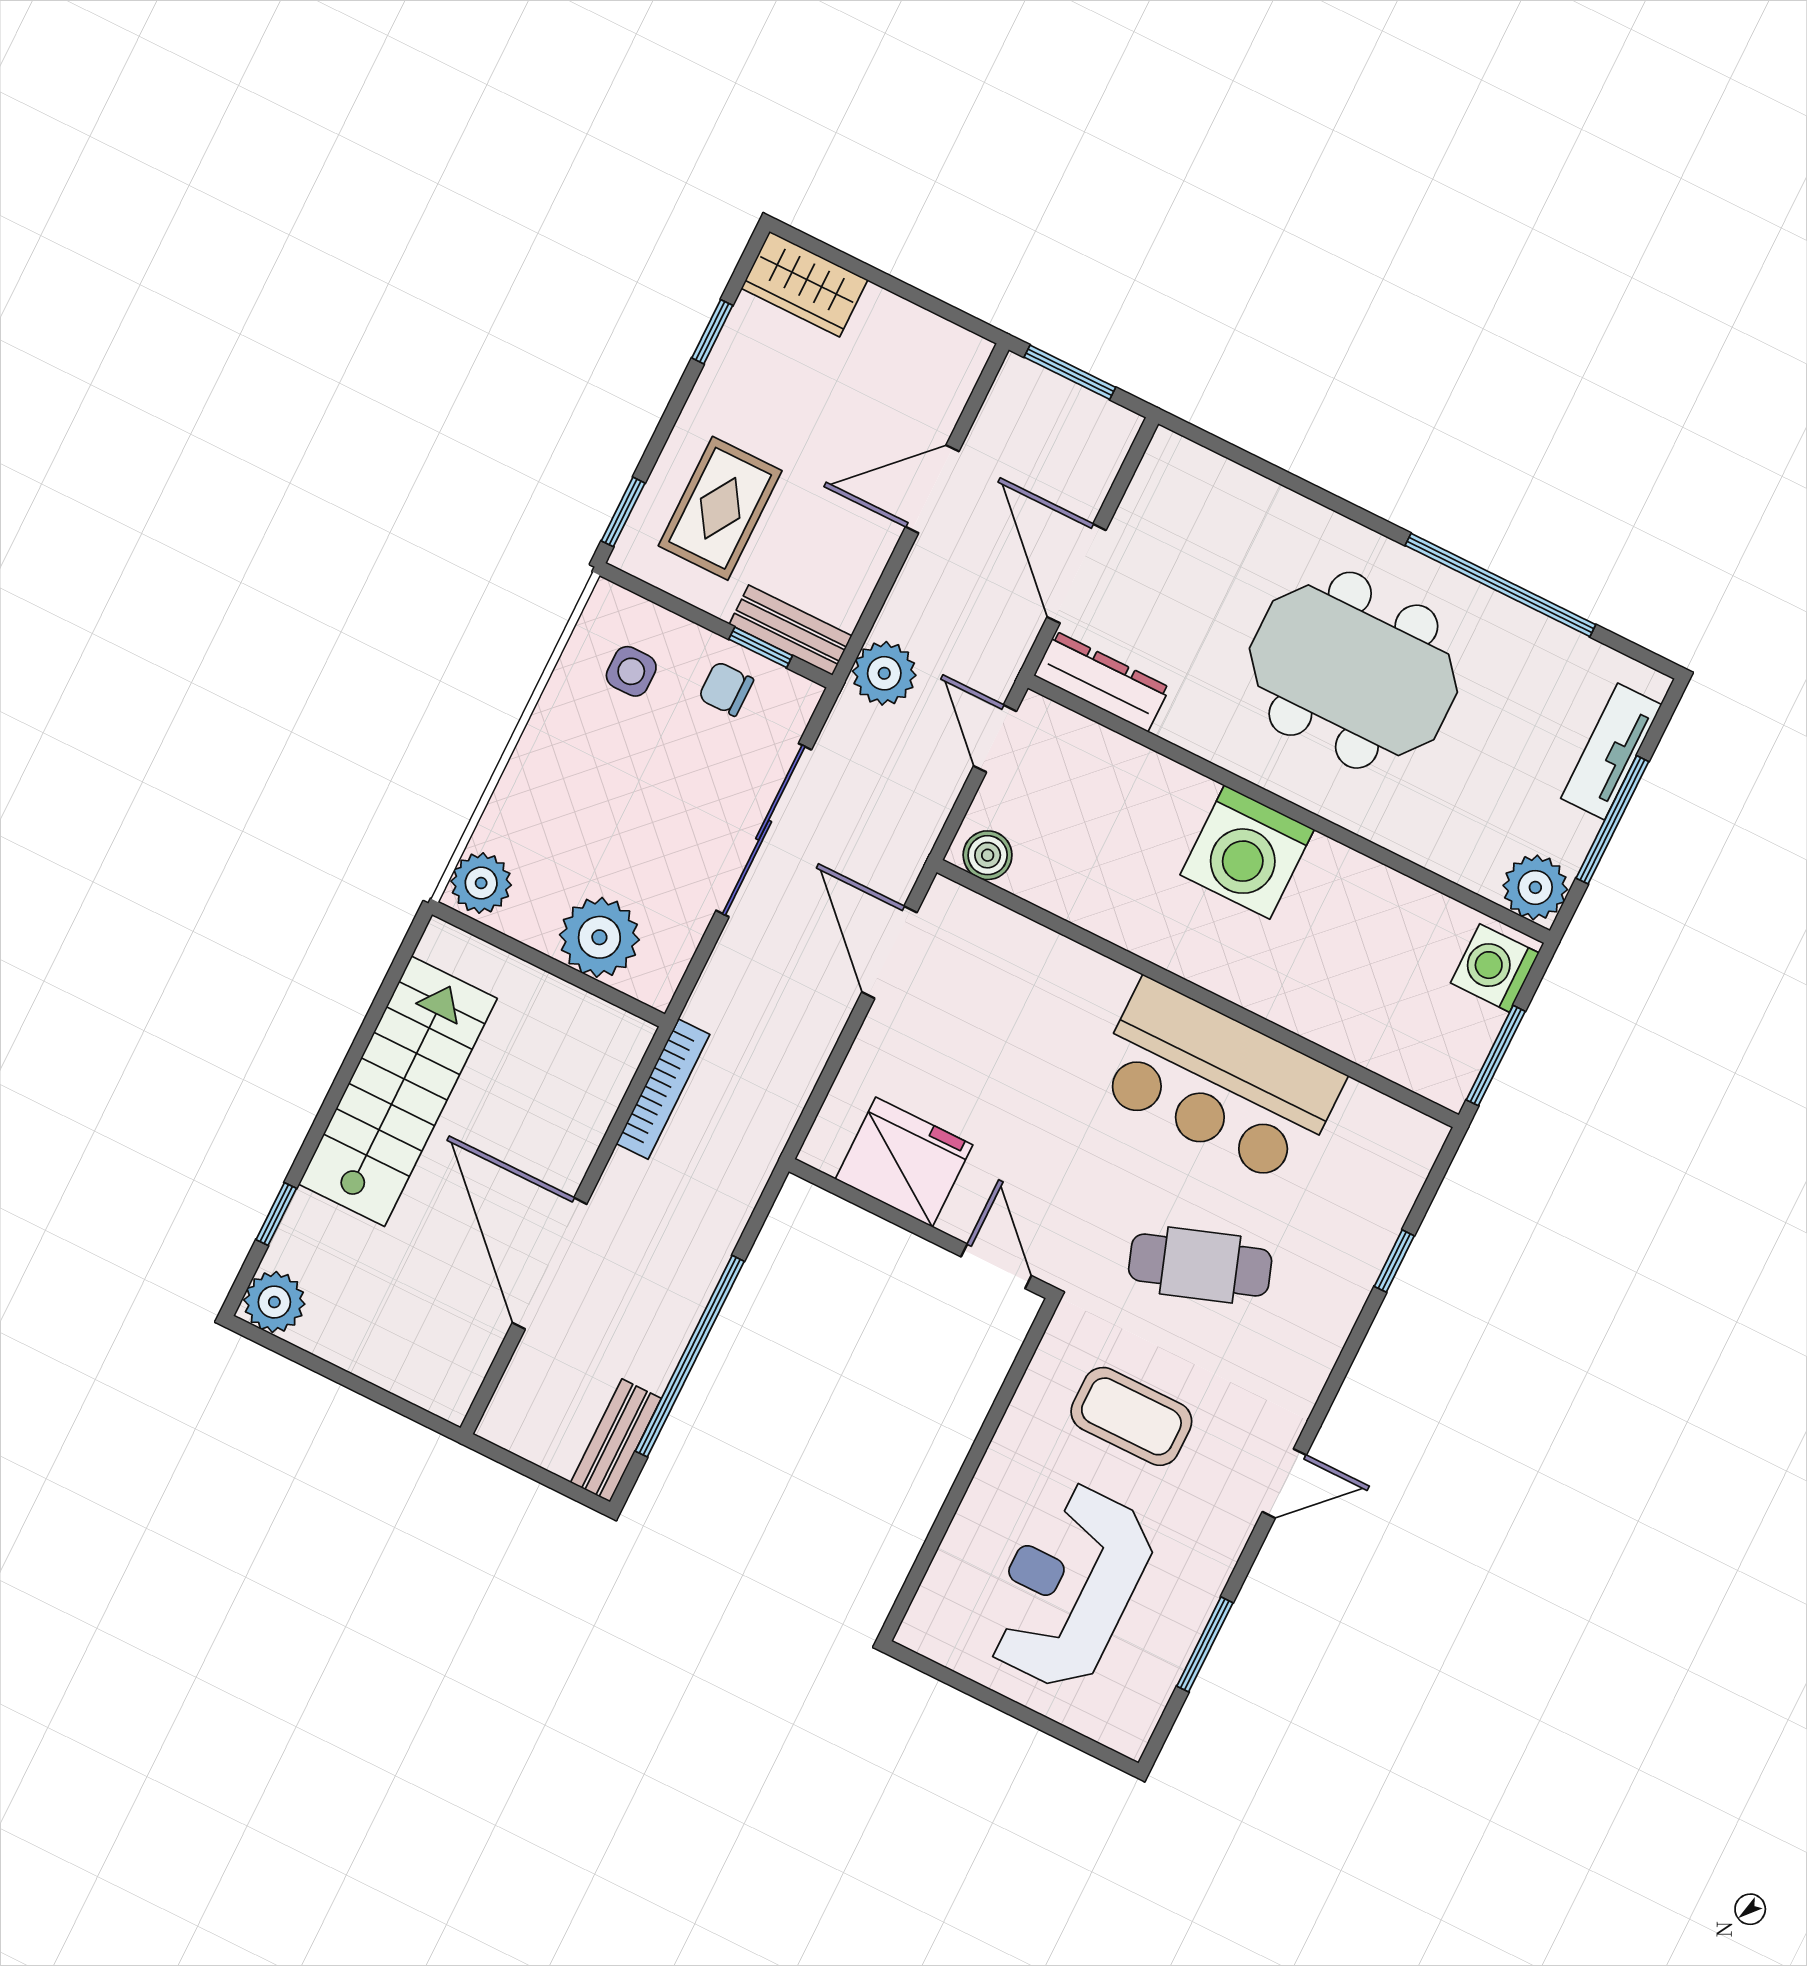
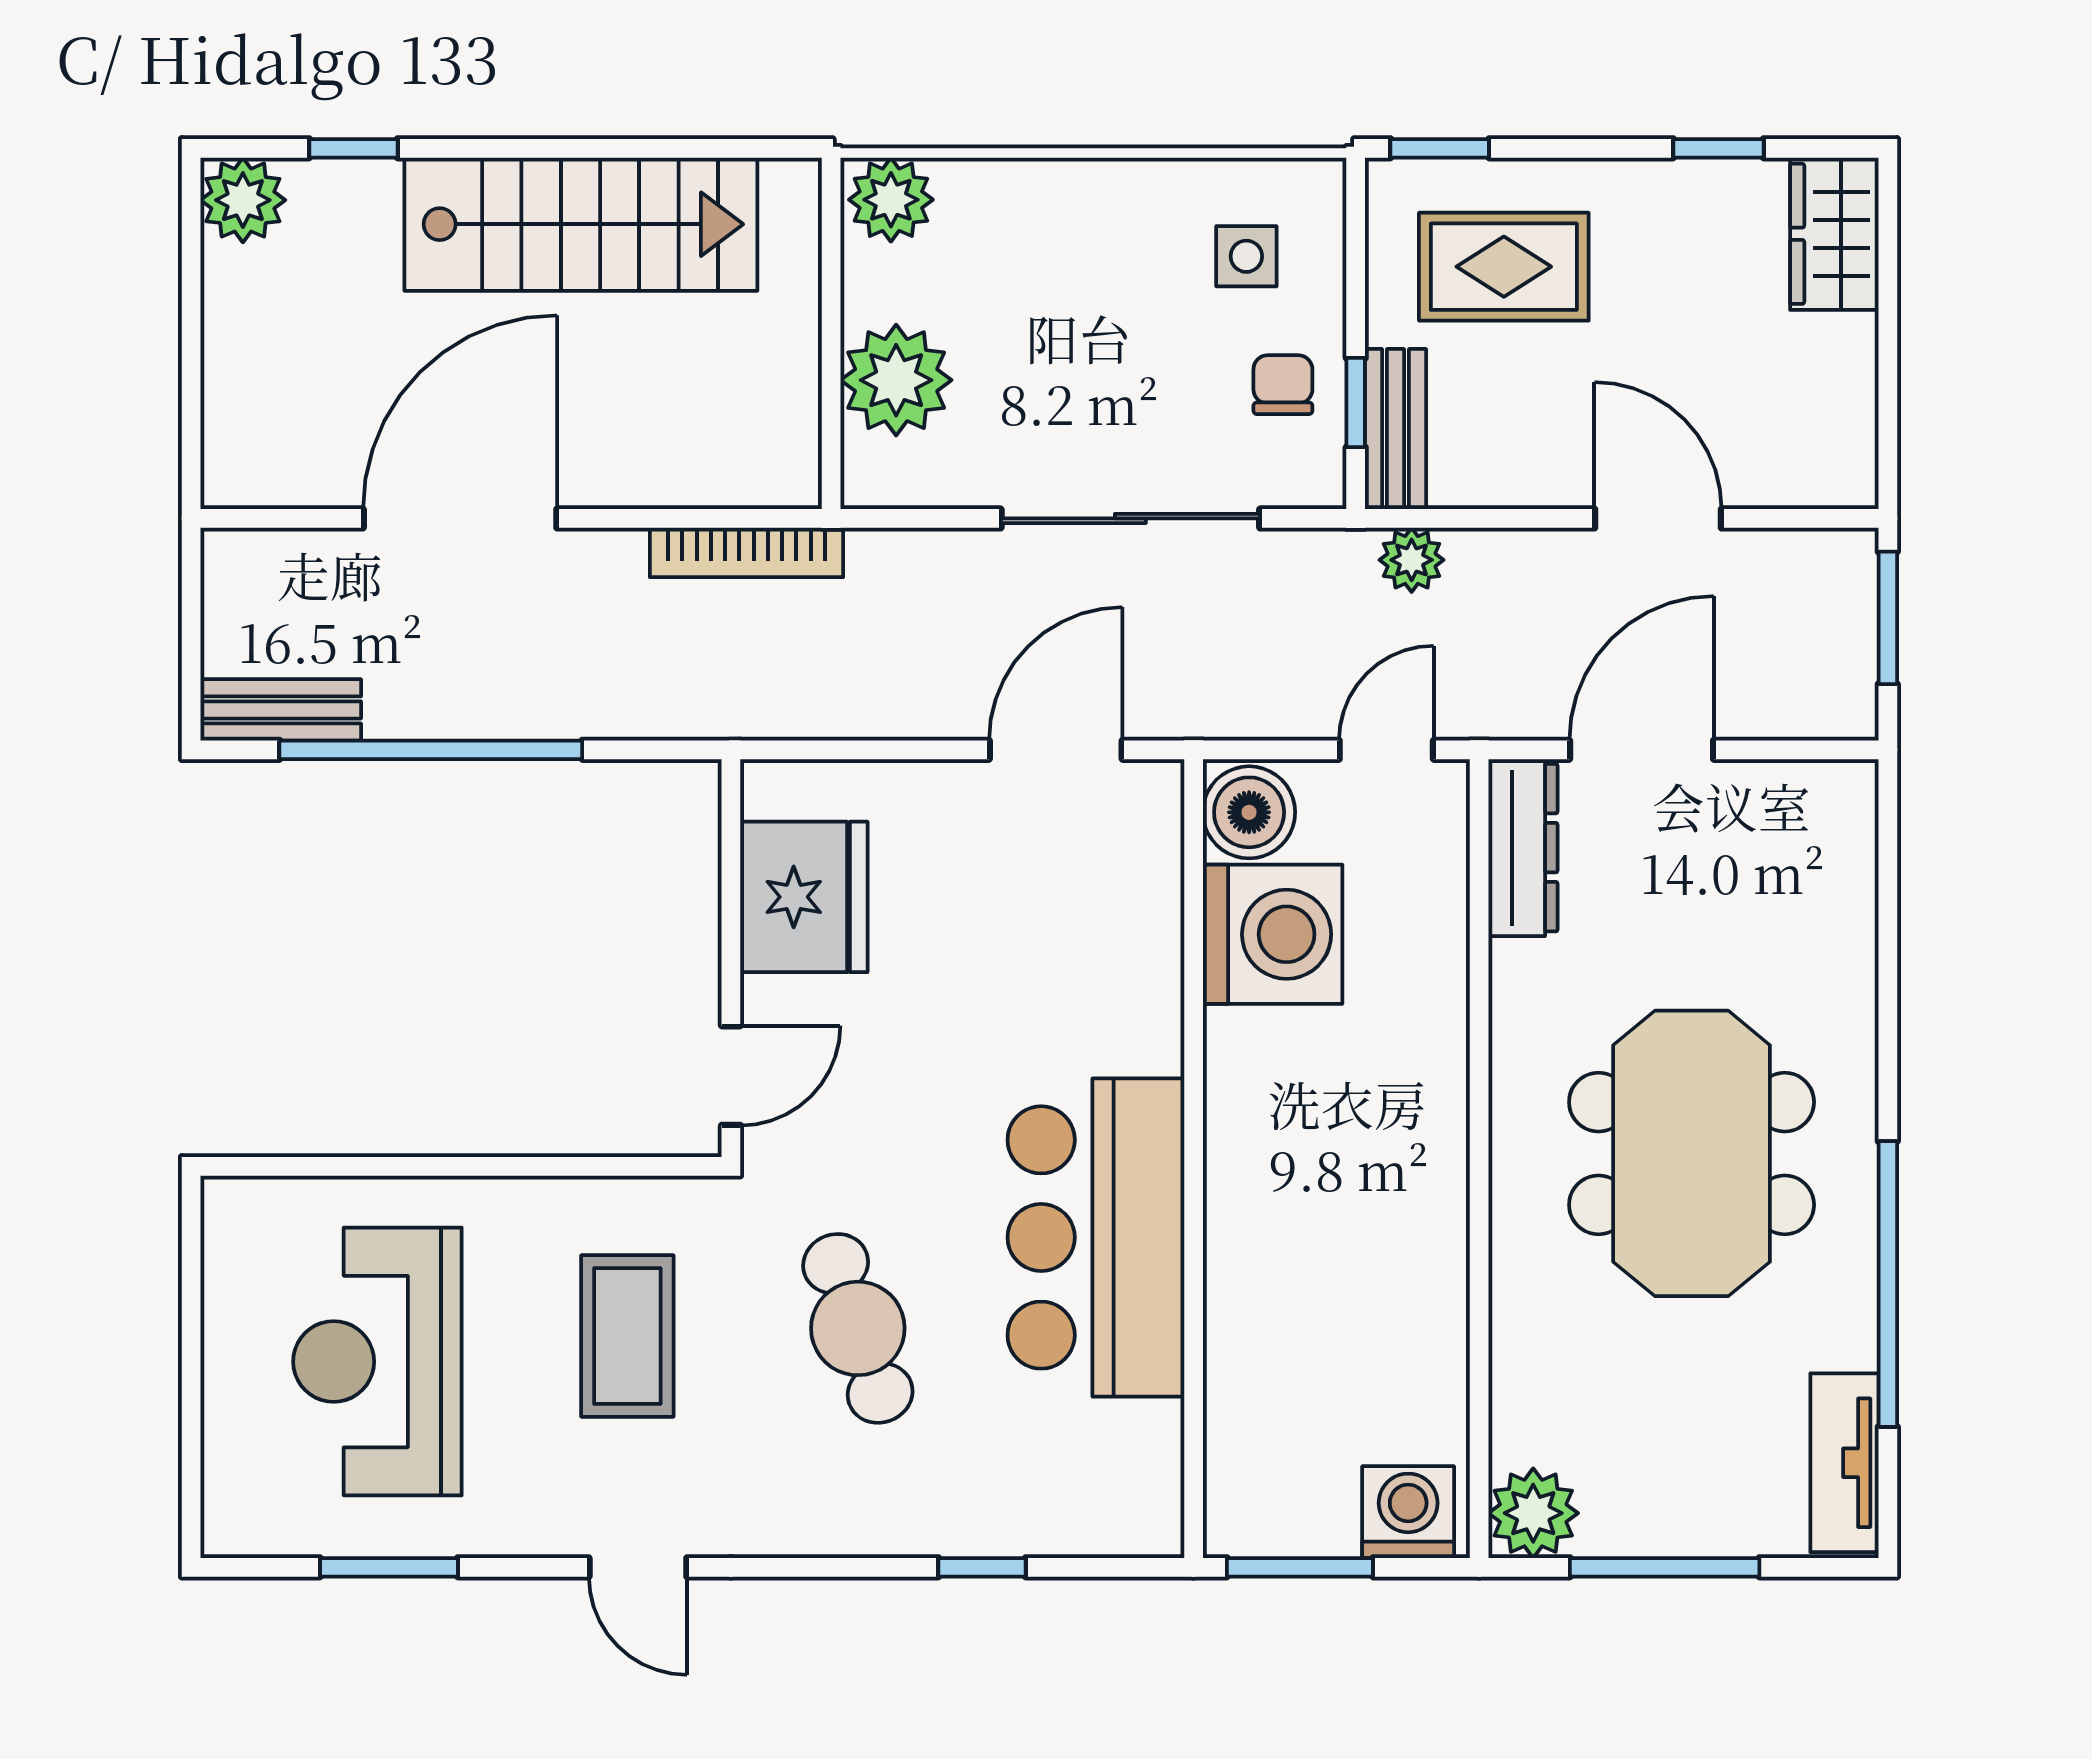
plant: (884, 673) -> (1412, 560), width x0.73, depth x0.73
tv unit: (1611, 752) -> (1844, 1463), moved, turned -90
washing machine: (1247, 852) -> (1273, 934), moved, turned 180
boiler: (988, 855) -> (1249, 812), width x1.36, depth x1.36
reception desk: (1068, 1586) -> (377, 1362), turned -90

